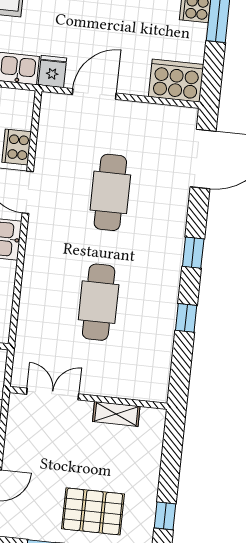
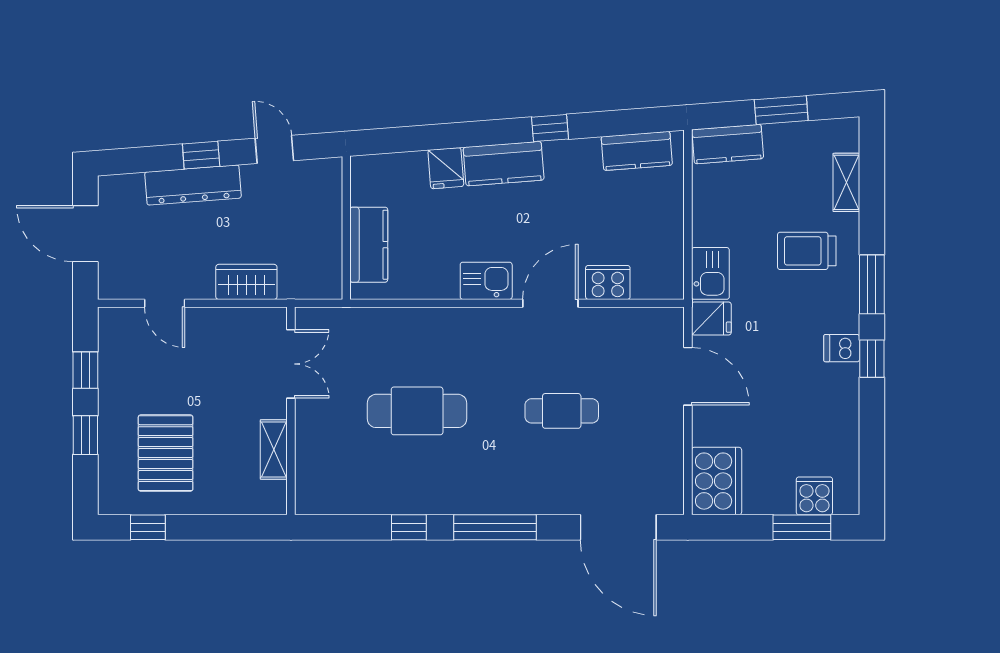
cafe table: (110, 192) -> (562, 411), width x0.73, depth x0.74
window: (193, 253) -> (495, 527), width x2.17
pallet: (93, 511) -> (166, 453), moved

